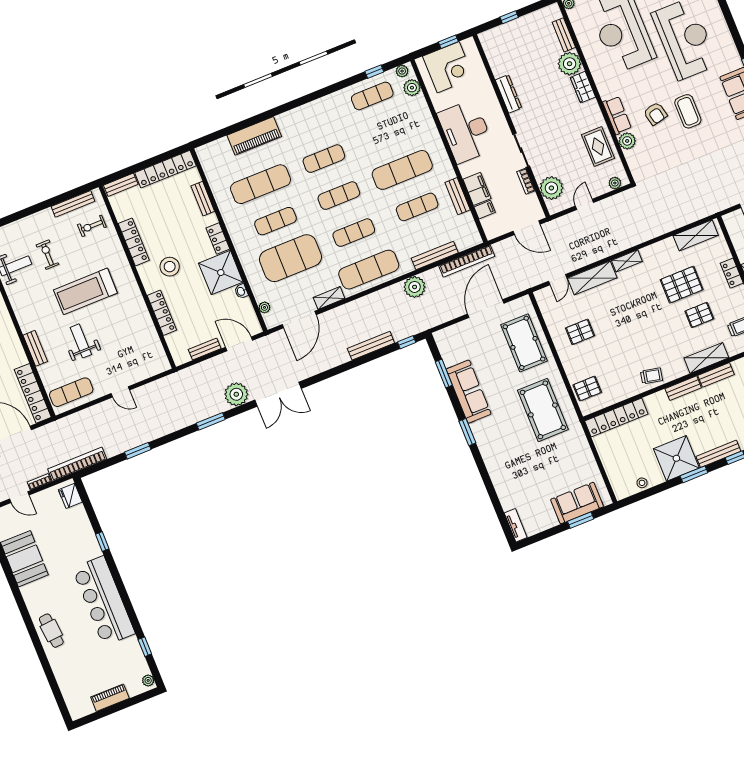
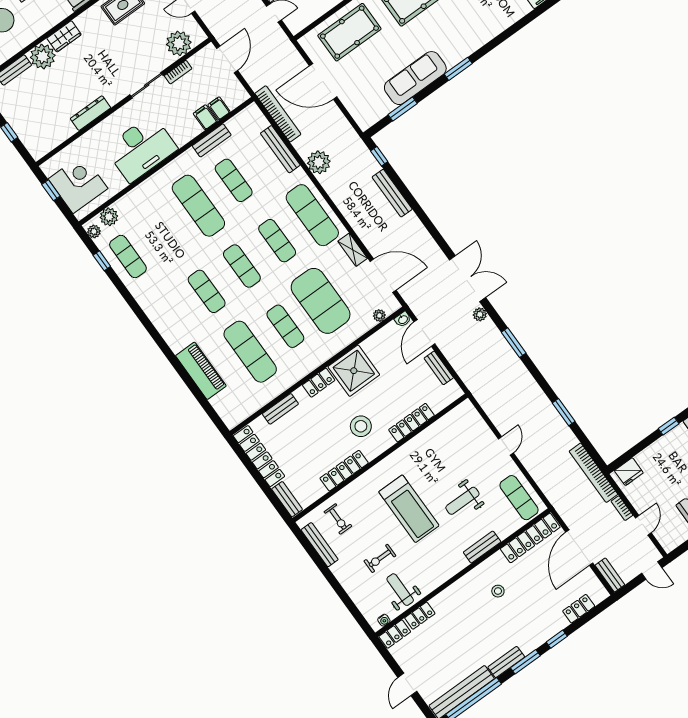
filing cabinet: (477, 189) -> (205, 117), width x0.50
washbasin: (241, 291) -> (403, 319), moved
plant: (236, 394) -> (480, 314), width x0.53, depth x0.53

